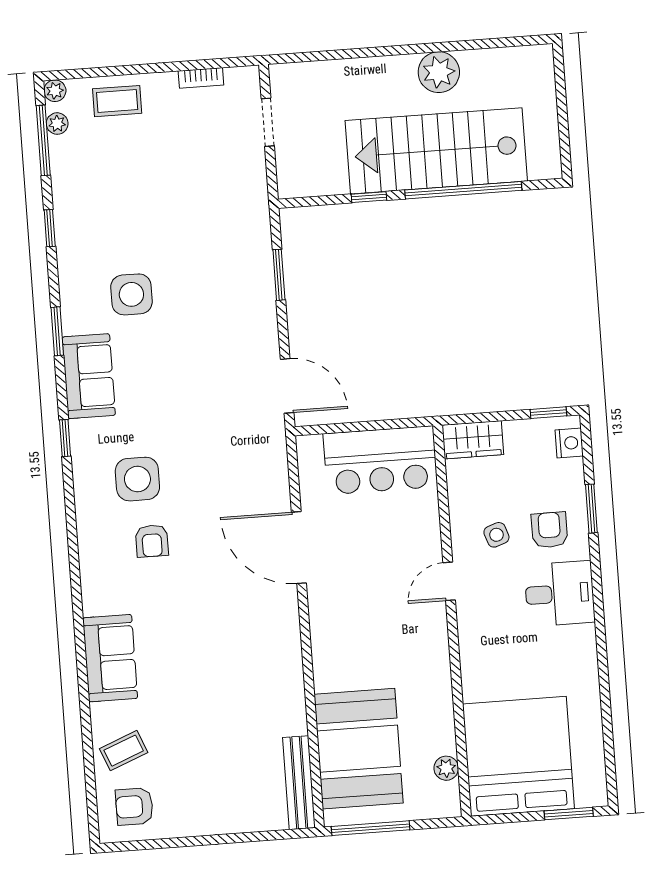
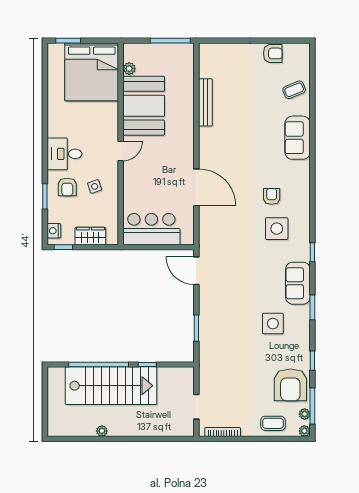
plant: (439, 72) -> (102, 431), width x0.53, depth x0.53
bookcase: (201, 78) -> (223, 432), width x1.56
armchair: (89, 178) -> (290, 385), added
wardrobe: (473, 440) -> (90, 236), moved
door: (449, 581) -> (121, 151), moved
booth: (359, 749) -> (144, 106), moved
bench: (299, 783) -> (205, 102), moved
armchair: (134, 806) -> (273, 53), moved

